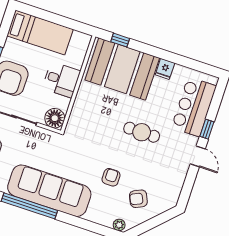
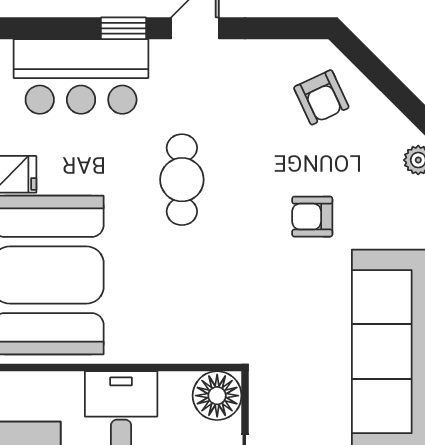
armchair: (138, 199) -> (321, 97), moved

